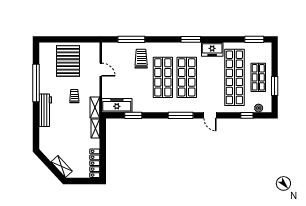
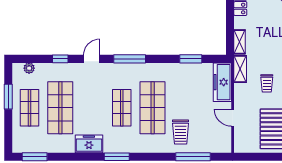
shop shelf: (187, 77) -> (122, 108), width x0.70, depth x0.74
shop shelf: (234, 77) -> (60, 108), width x0.71
freezer: (117, 105) -> (222, 82), moved, turned 90
door: (210, 115) -> (92, 59), hinge flipped
window: (247, 115) -> (60, 59), moved

